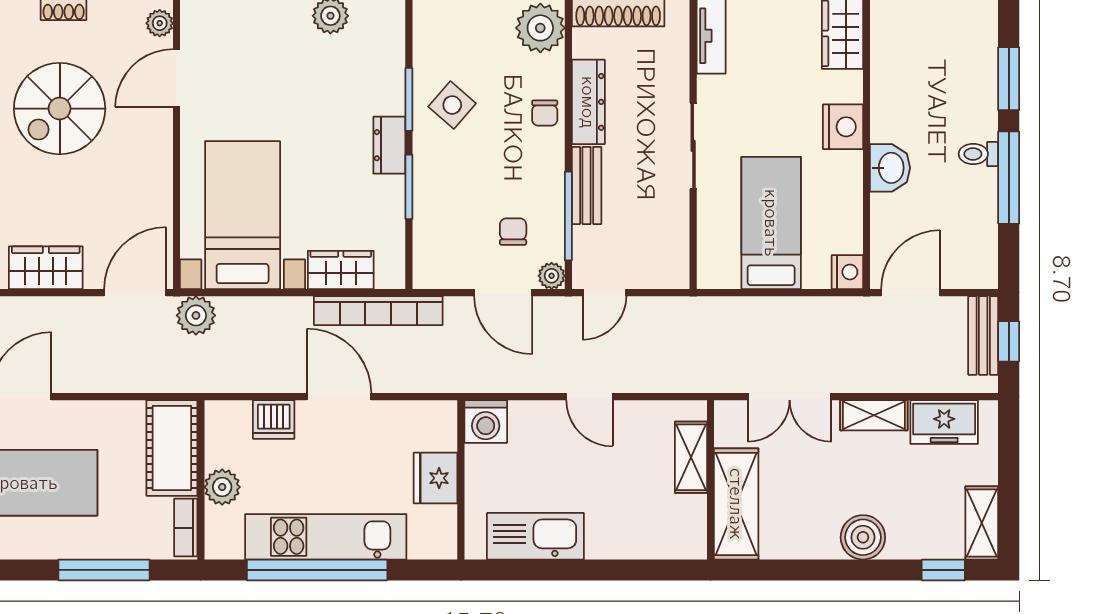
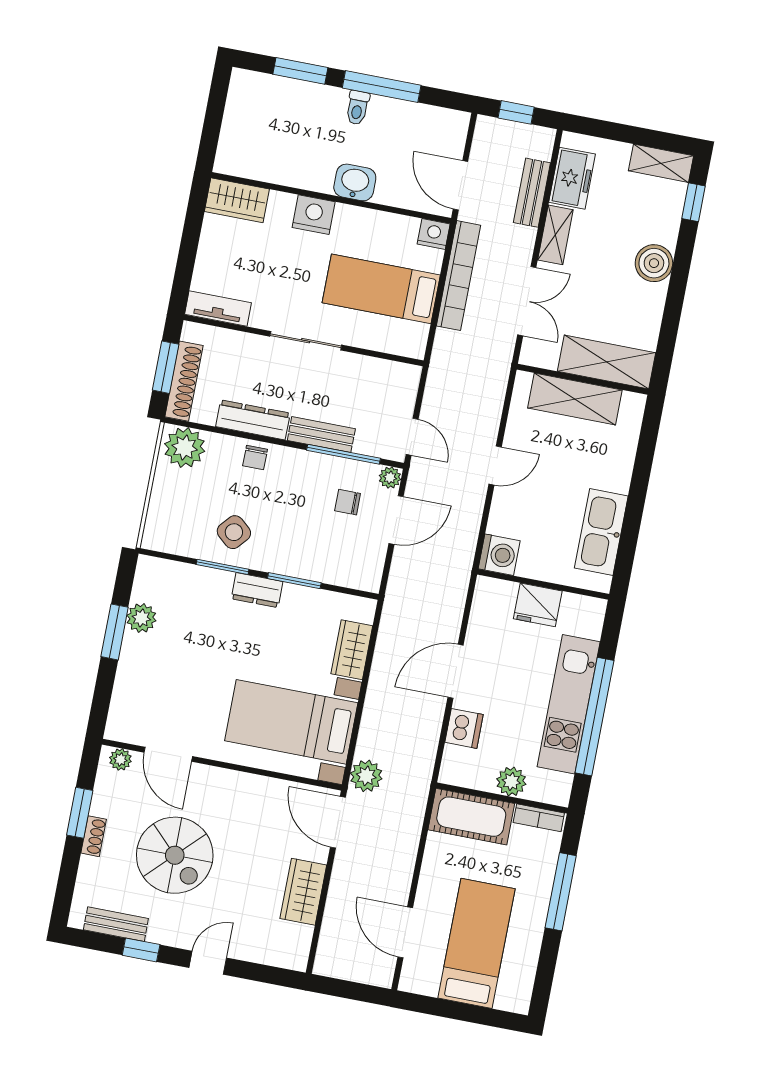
chair: (545, 113) -> (255, 457), turned 90
bookcase: (378, 311) -> (459, 276), moved
bench: (983, 335) -> (532, 193), moved, turned 90
shelving: (691, 457) -> (575, 399), width x1.50, depth x1.33

